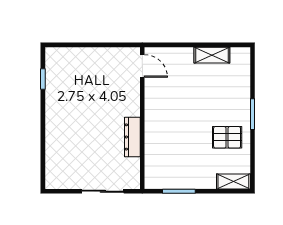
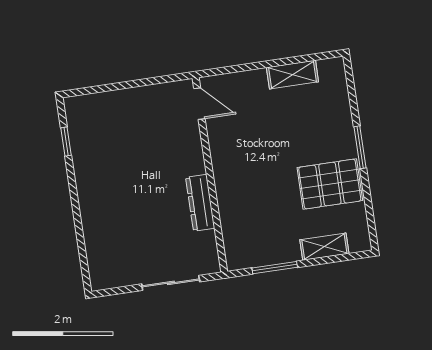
pallet: (227, 137) -> (330, 184), width x1.50, depth x1.42
shelving: (233, 181) -> (324, 247), moved

